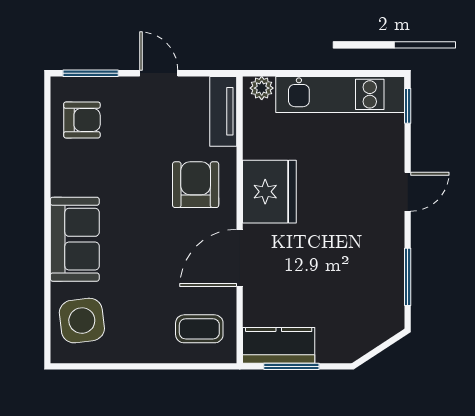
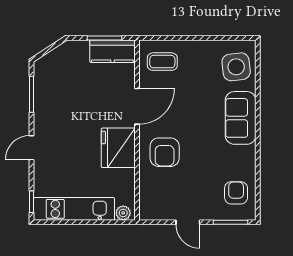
tv unit: (223, 111) -> (147, 198), removed
armchair: (82, 120) -> (236, 193), turned 90

